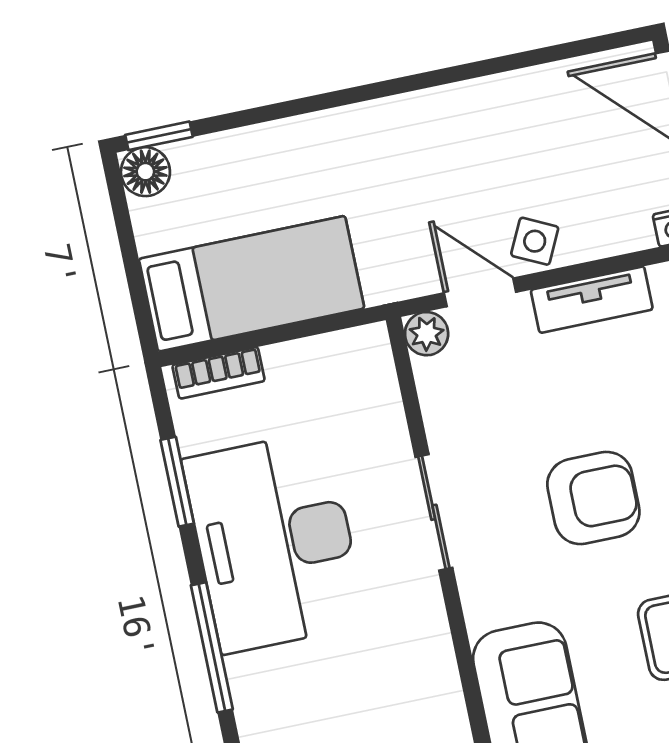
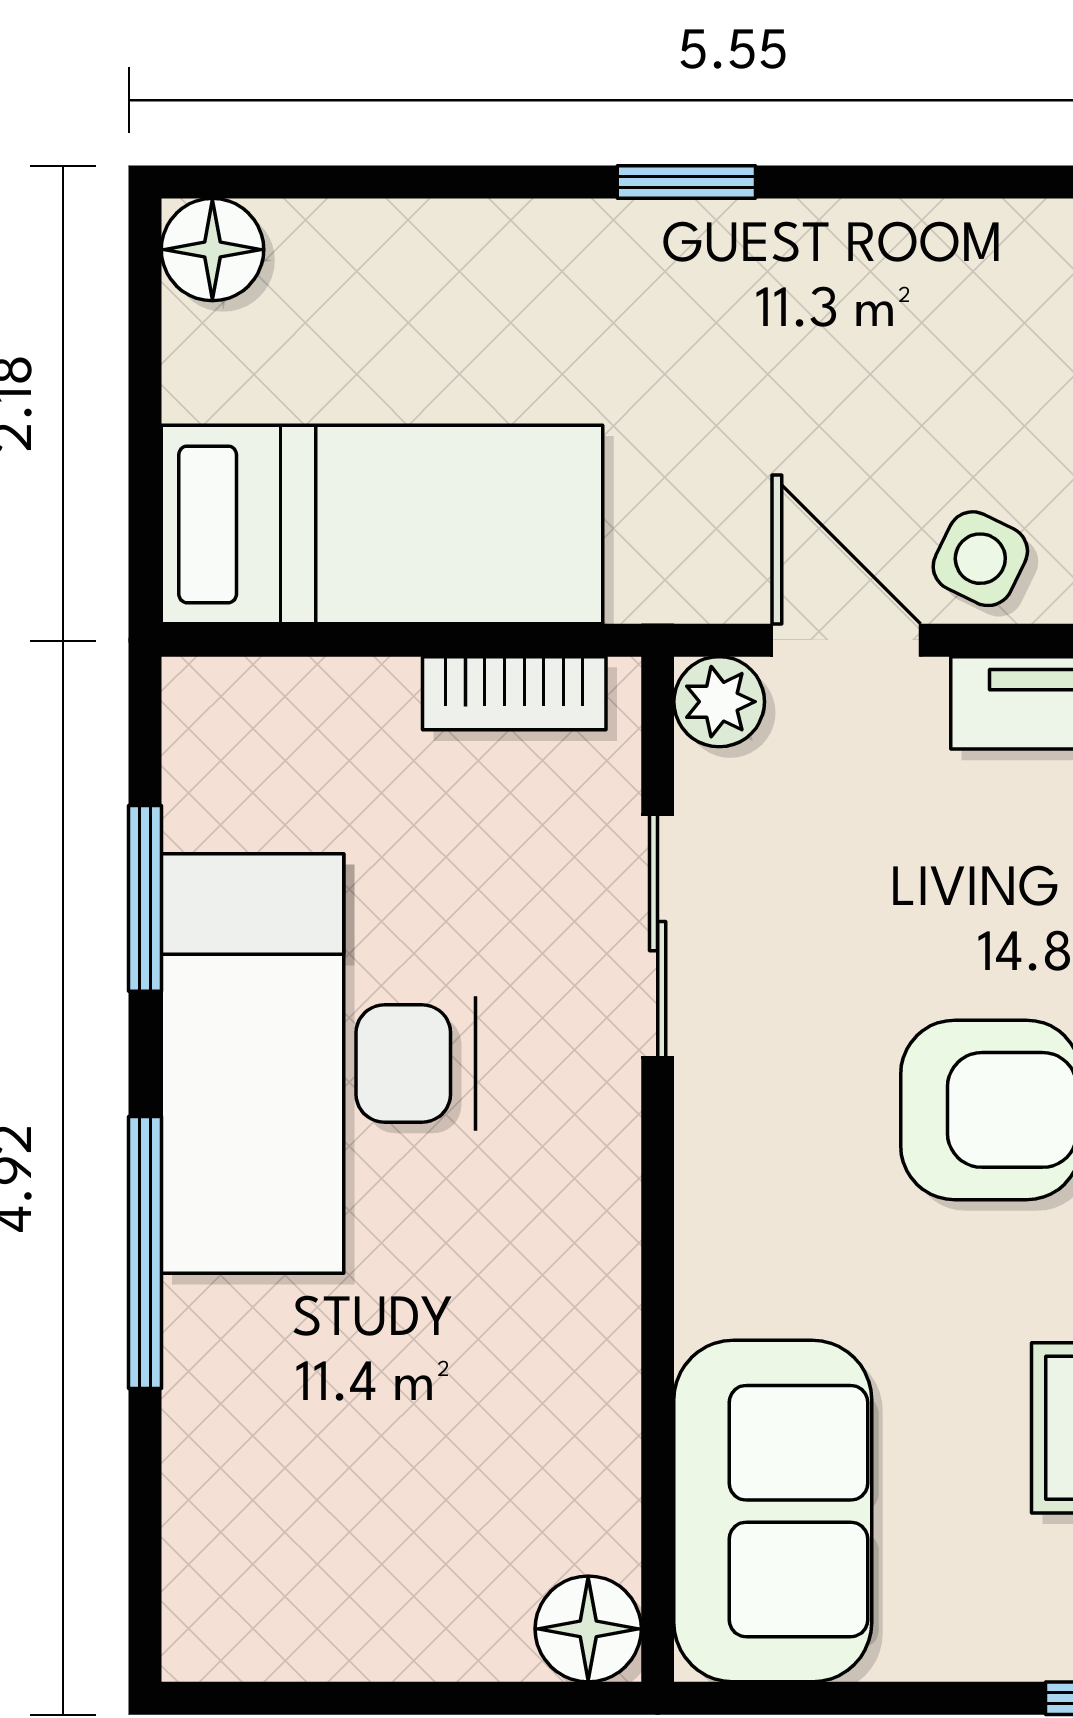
window: (159, 136) -> (686, 182), moved
bookcase: (219, 373) -> (514, 693), moved
sliding door: (434, 512) -> (658, 936), moved

